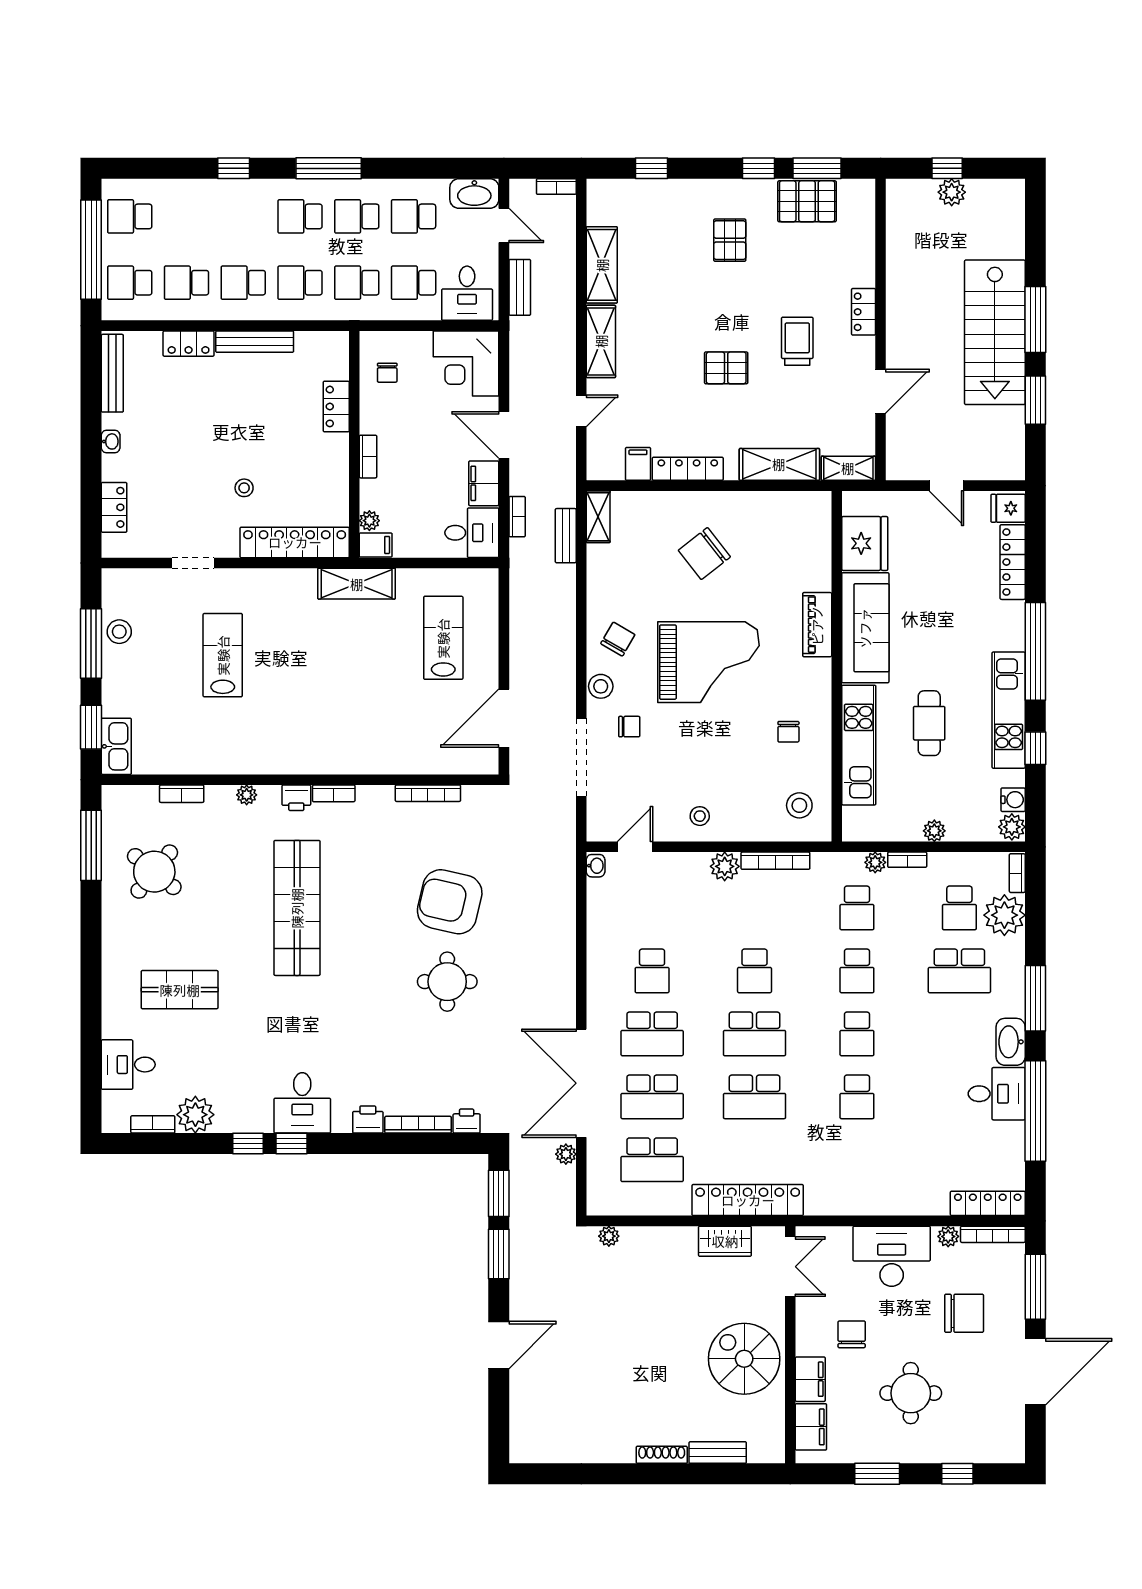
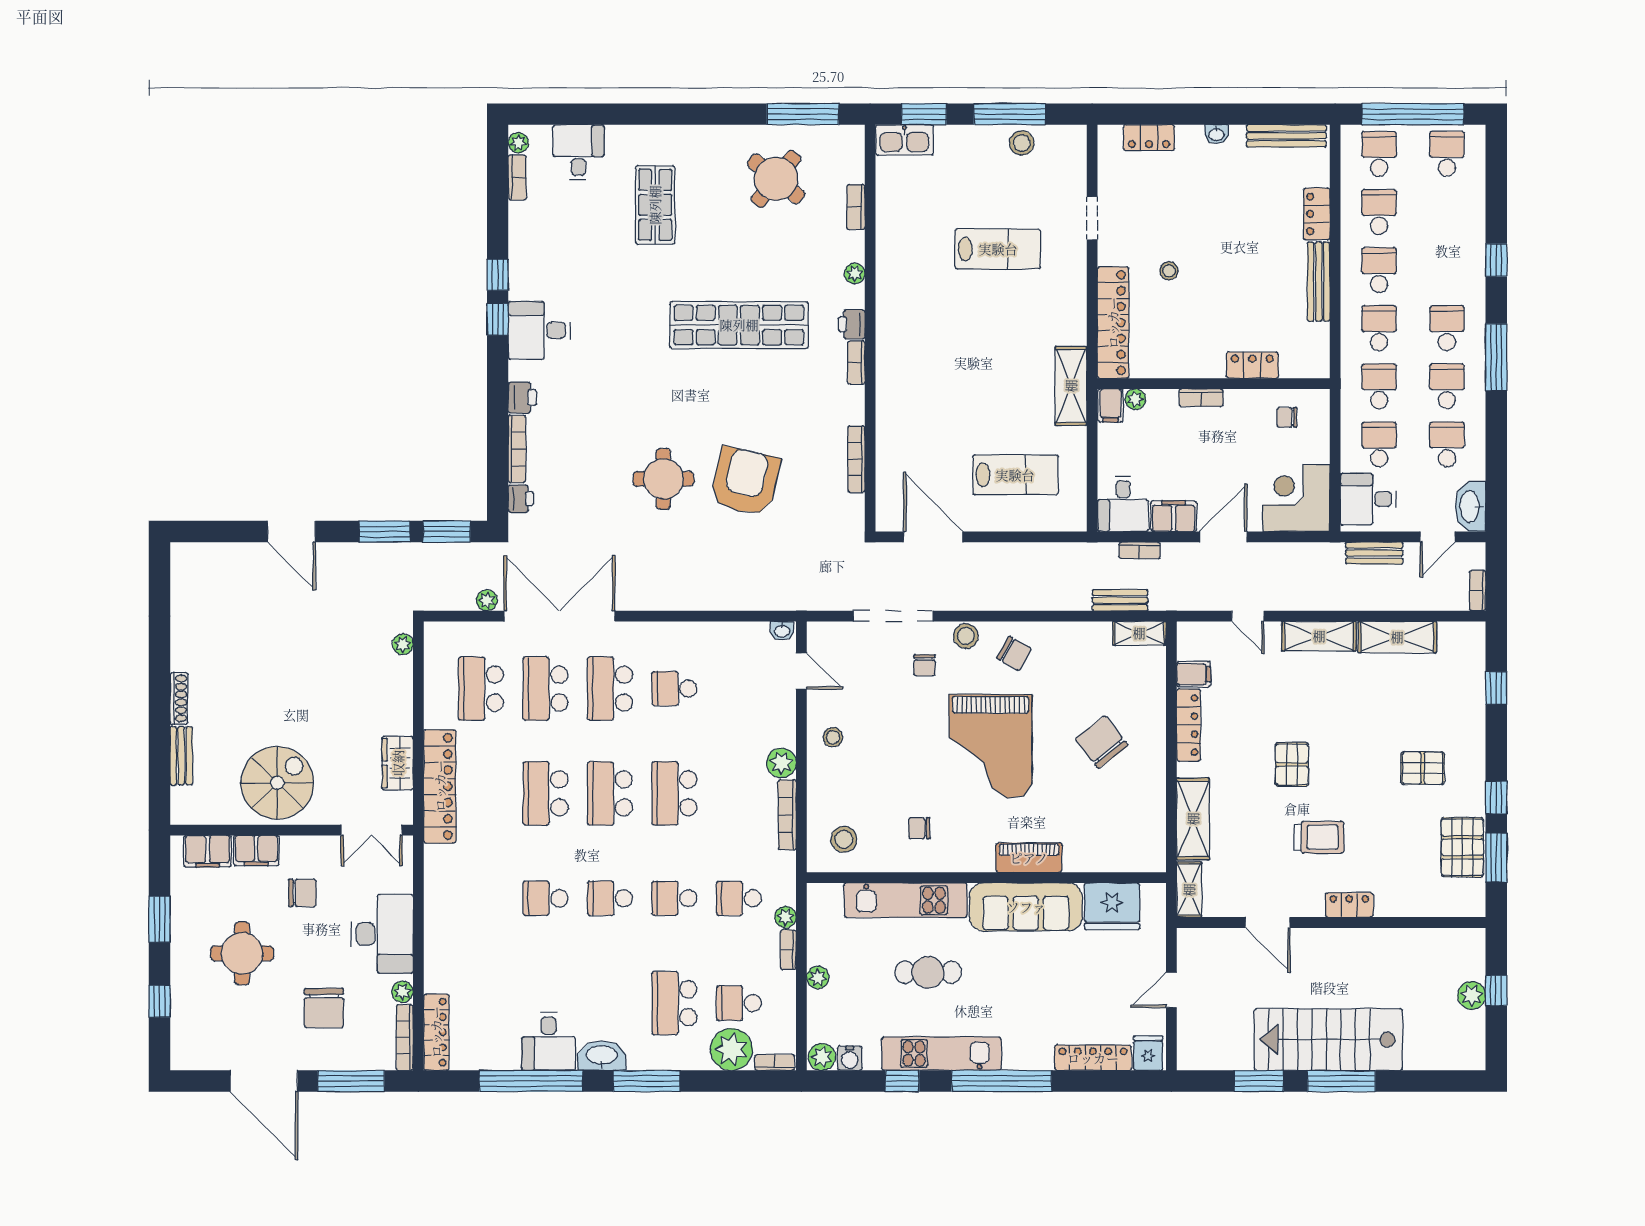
school desk: (755, 971) -> (674, 793), width x1.85
plant: (195, 1115) -> (518, 143), moved, width x0.53, depth x0.53

